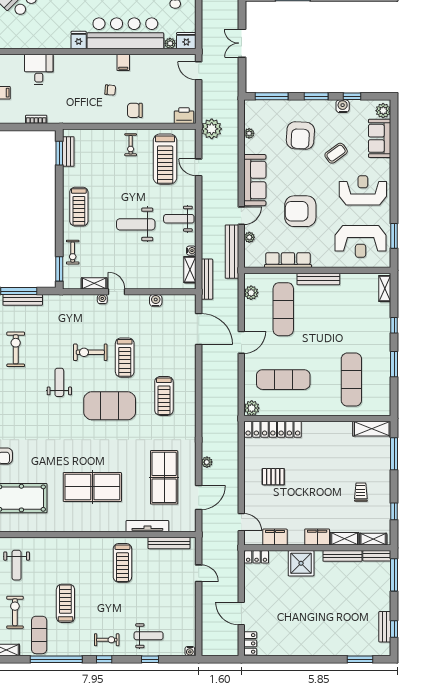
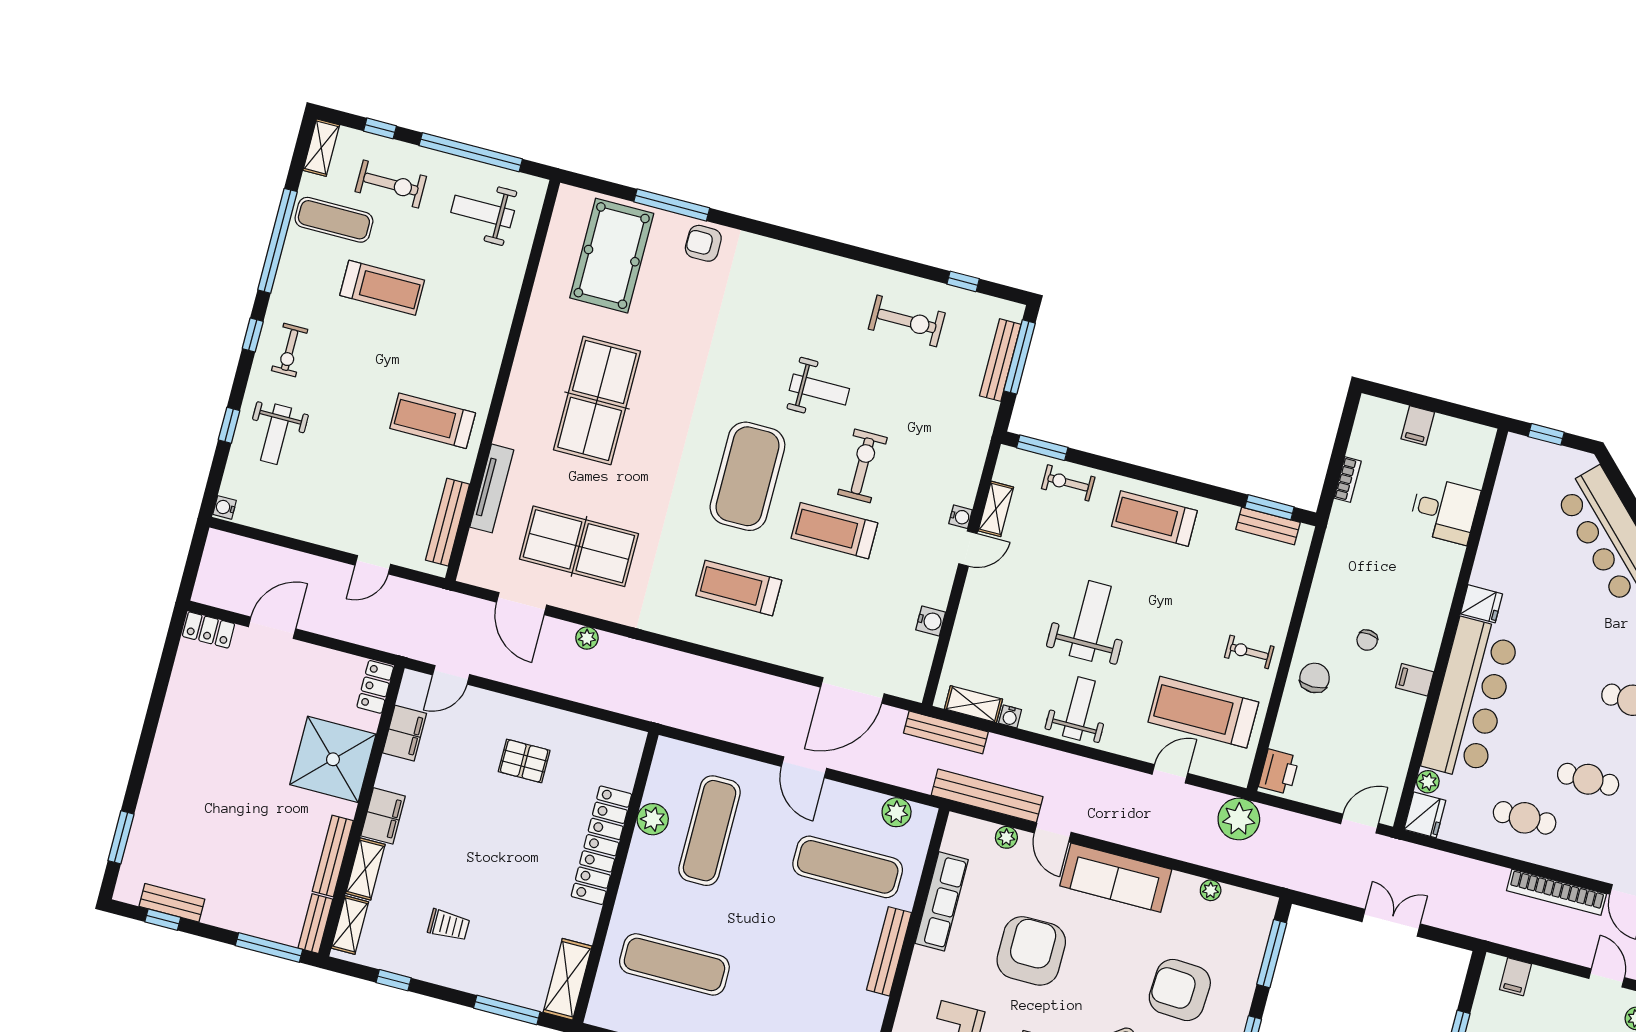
plant: (252, 408) -> (653, 819), moved
locker: (273, 429) -> (601, 845), moved
pallet: (273, 477) -> (524, 761), turned 90
shower: (301, 563) -> (333, 759), width x1.37, depth x1.37

